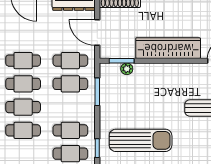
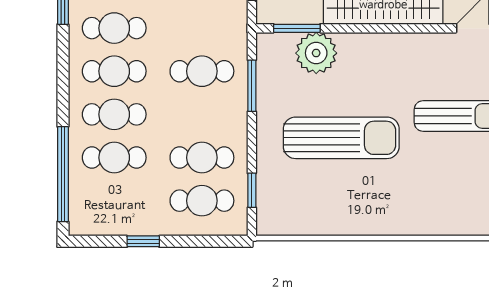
cafe table: (70, 61) -> (202, 28), removed
plant: (127, 69) -> (316, 53), width x1.87, depth x1.87
sun lounger: (141, 140) -> (341, 138), moved

